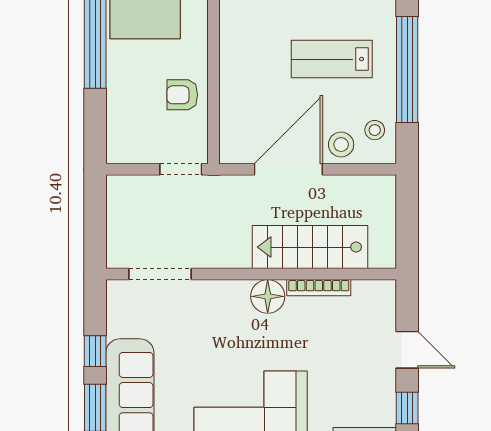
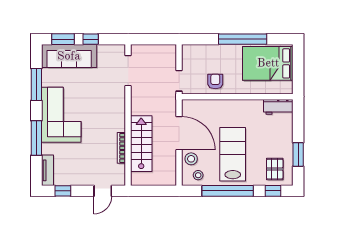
lab bench: (332, 59) -> (233, 154), width x1.36, depth x1.39
floor lamp: (268, 296) -> (117, 123), removed
door: (407, 350) -> (103, 191), moved

